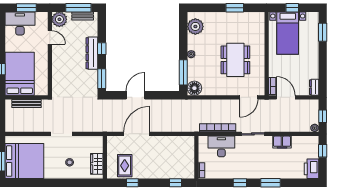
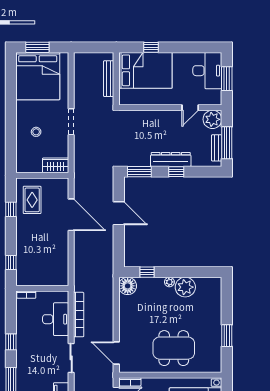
plant: (195, 26) -> (185, 287), moved
dining table: (235, 60) -> (174, 348), moved
window: (183, 72) -> (147, 272), width x0.46
wardrobe: (97, 164) -> (56, 165), moved
rug: (125, 166) -> (32, 200), turned 90

